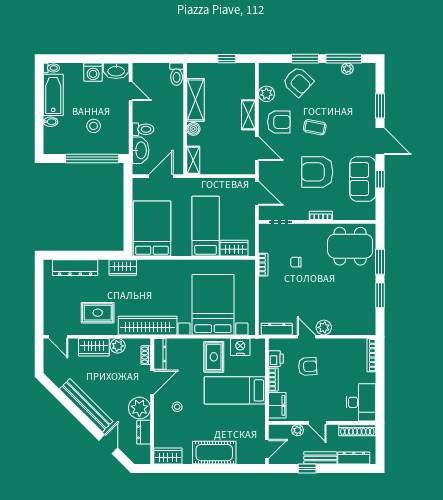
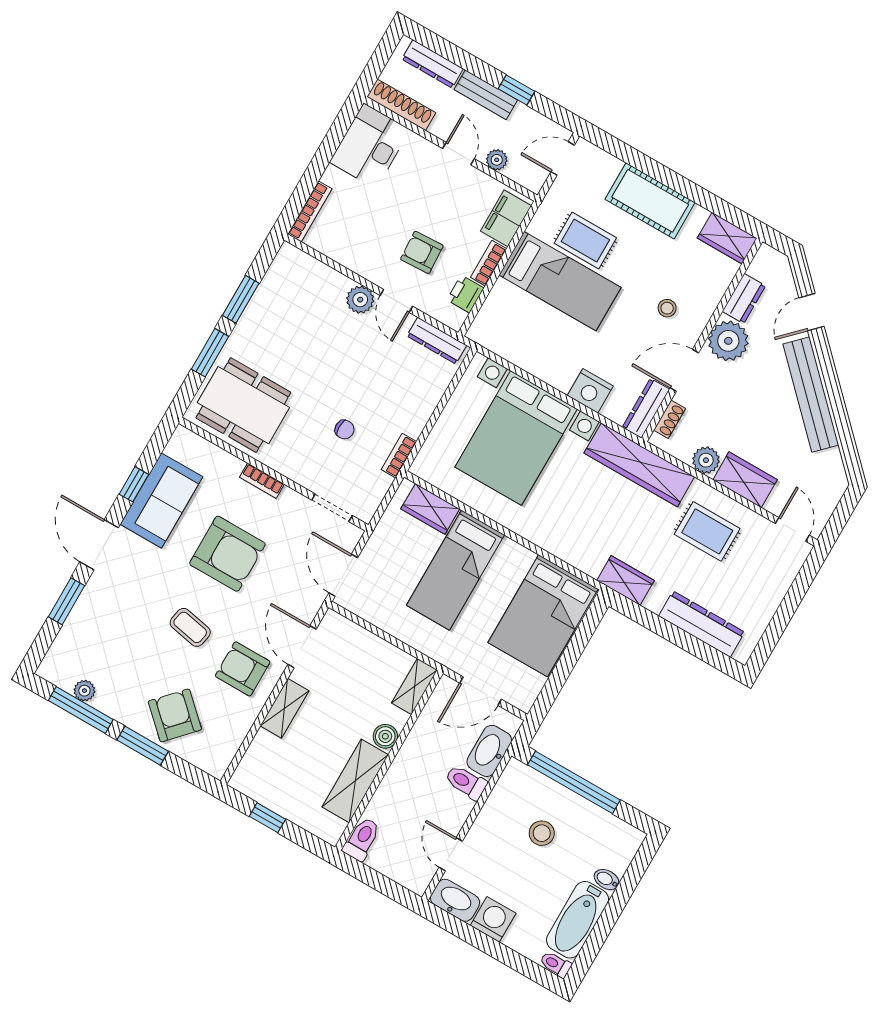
plant: (266, 94) -> (236, 725), removed
nightstand: (240, 347) -> (590, 391), moved
rug: (214, 357) -> (585, 241), moved, turned 90

